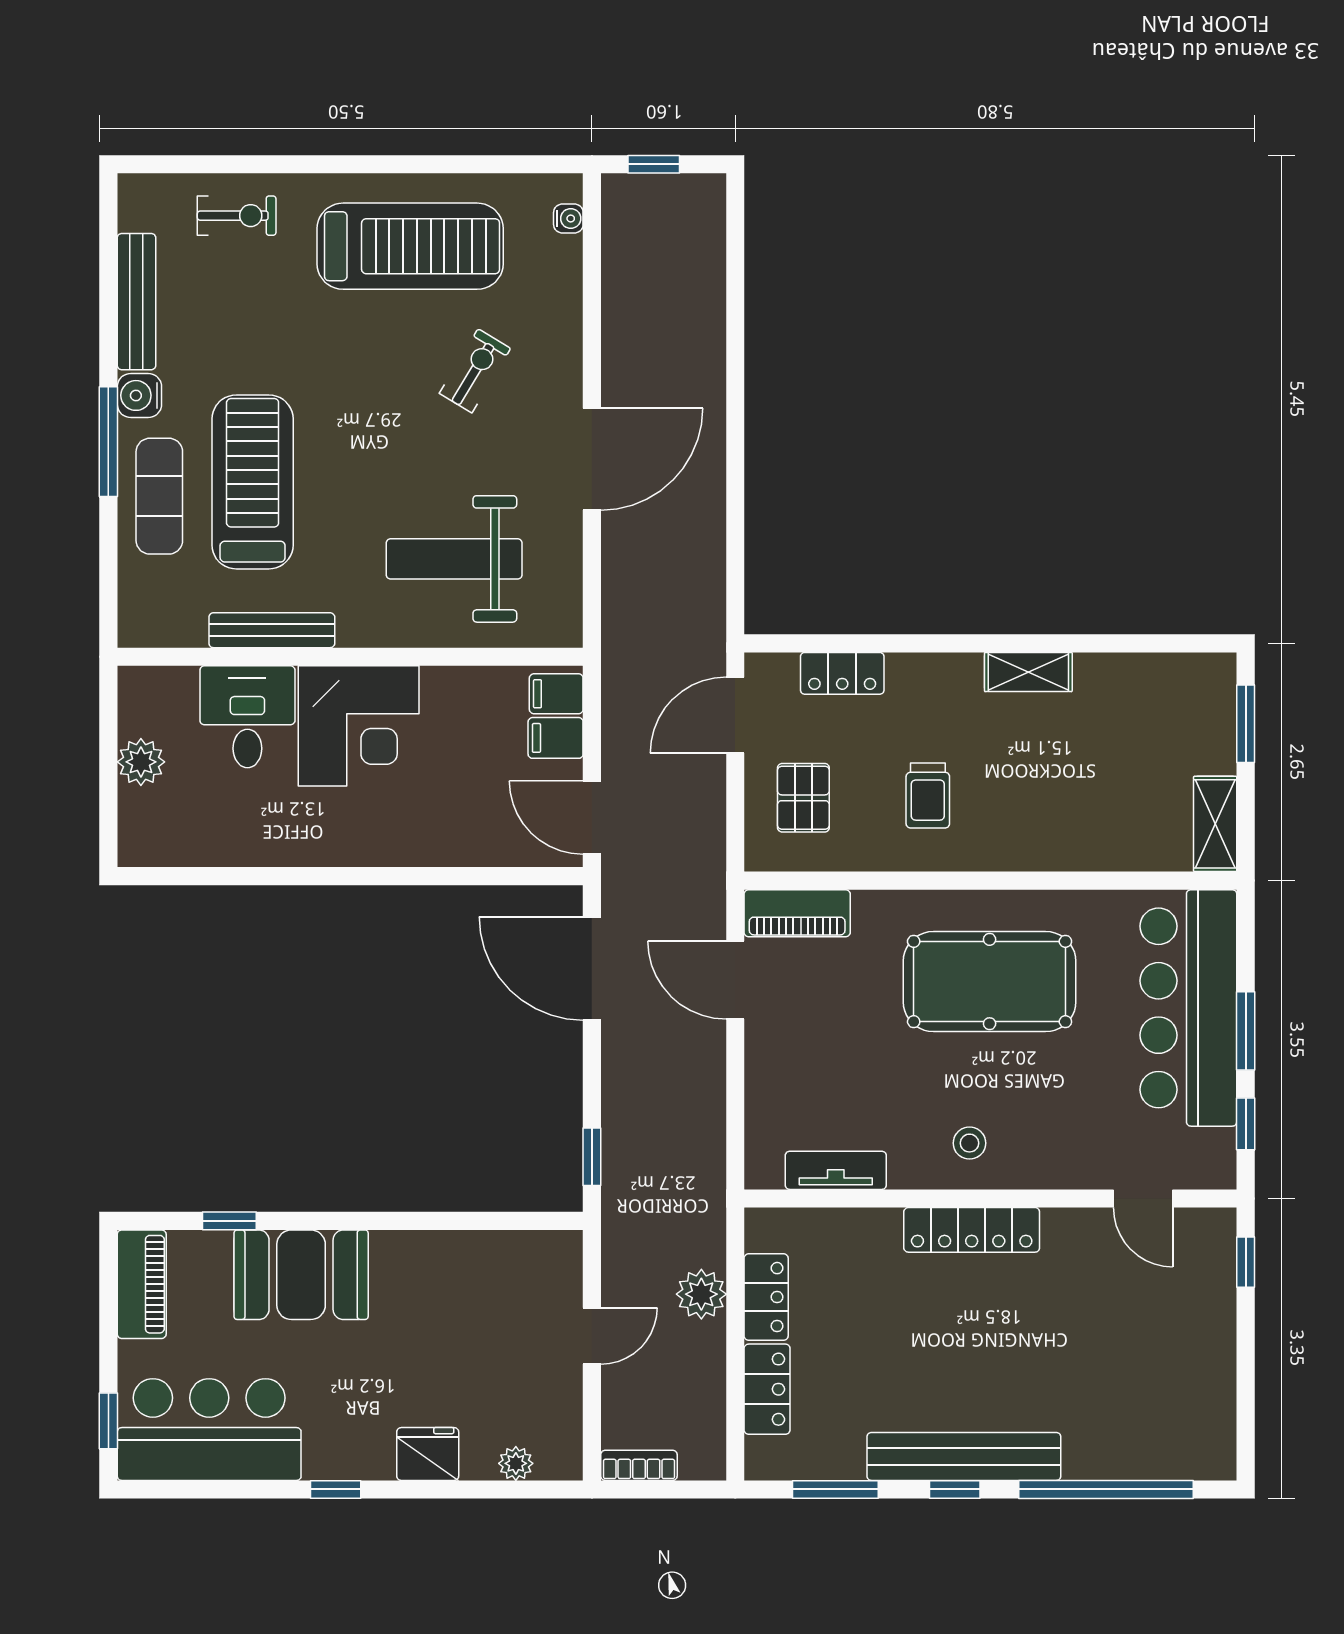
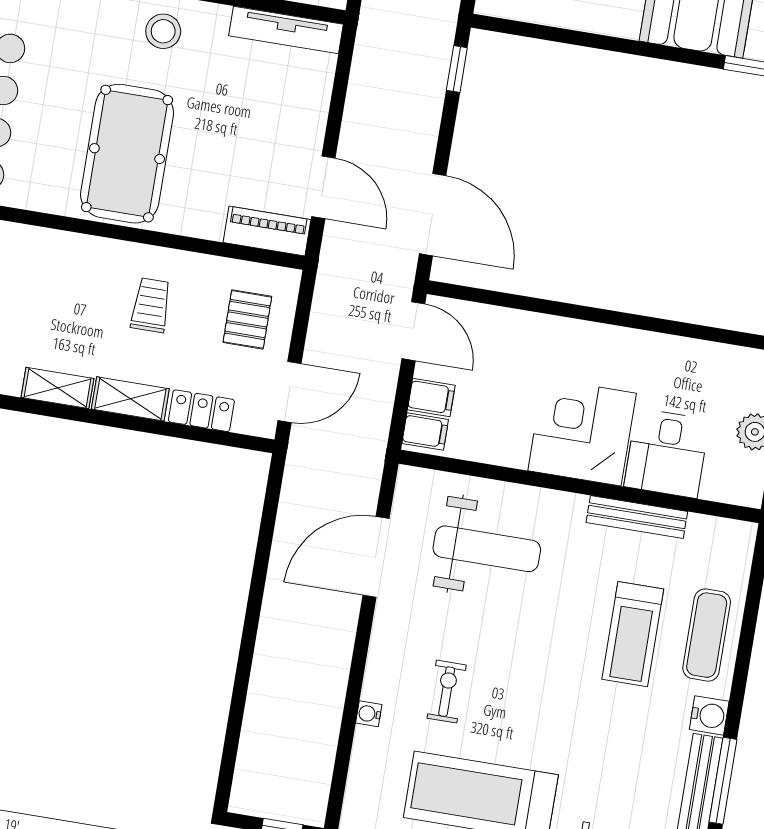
water cooler: (568, 218) -> (369, 714), moved
exercise bike: (475, 371) -> (447, 692), turned 149
window: (108, 442) -> (723, 781), moved
door: (592, 459) -> (376, 557), moved
treadmill: (253, 482) -> (633, 634), width x0.73, depth x0.73
shelving: (934, 673) -> (130, 399), added
pool table: (990, 982) -> (127, 154), turned 90
stool: (969, 1143) -> (163, 31), width x1.37, depth x1.37
tv unit: (836, 1170) -> (286, 30), width x1.41

